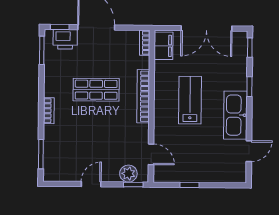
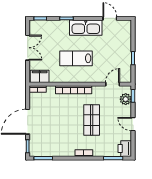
double door: (206, 28) -> (28, 48), width x0.73
printer: (65, 39) -> (125, 149), moved, turned 180
shop shelf: (96, 90) -> (92, 120), moved

